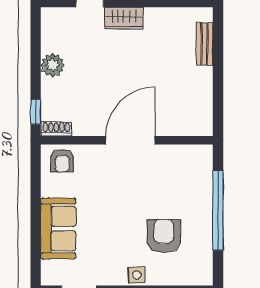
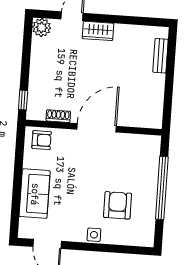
plant: (53, 65) -> (42, 27), moved
shoe rack: (56, 129) -> (58, 116), moved
armchair: (62, 161) -> (42, 140), turned -90

